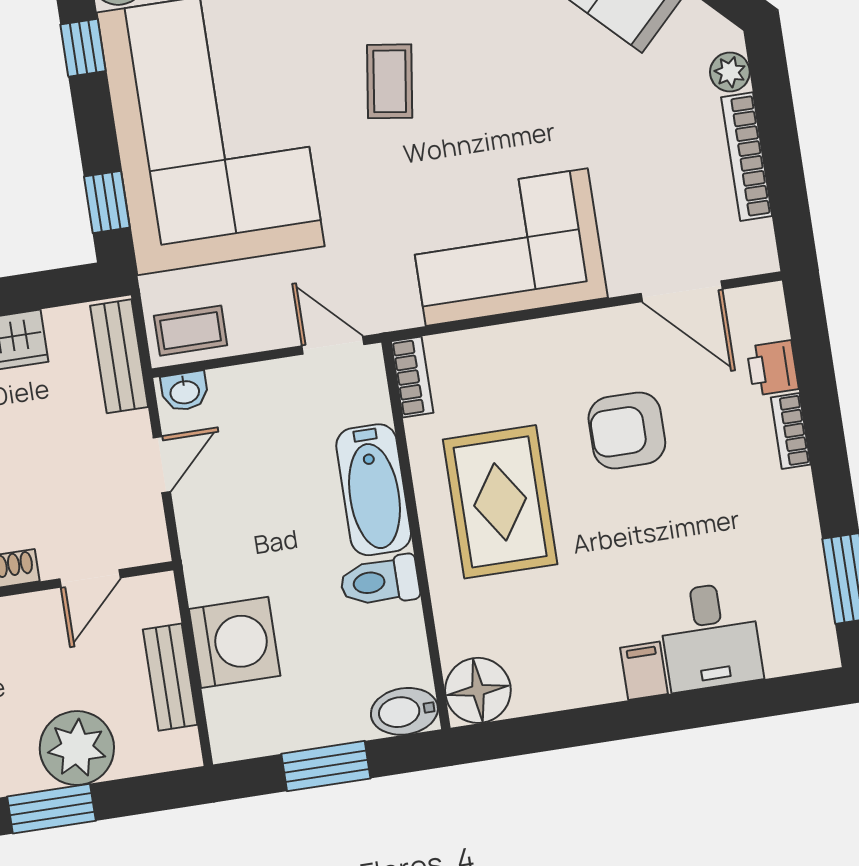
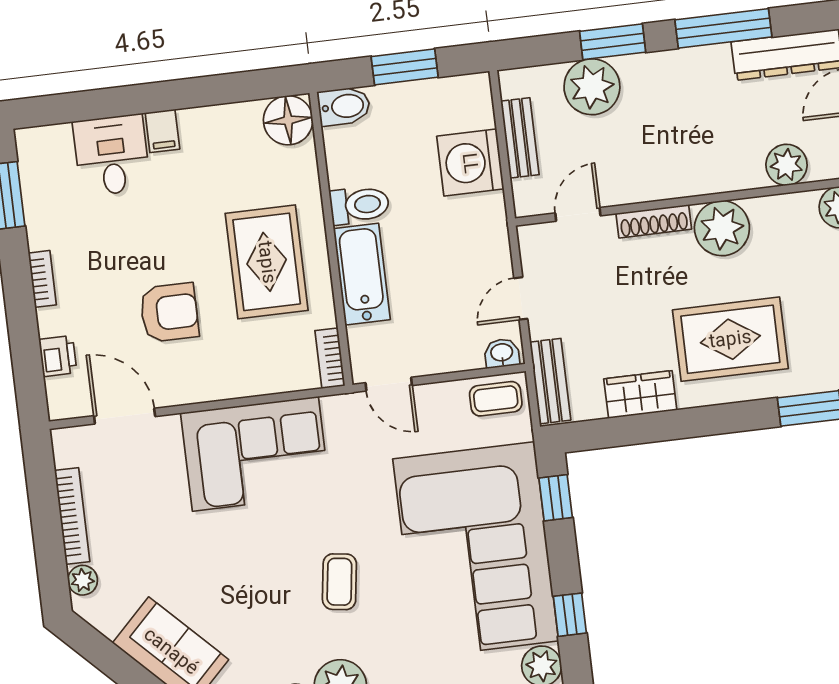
bookcase: (791, 431) -> (42, 279), moved

